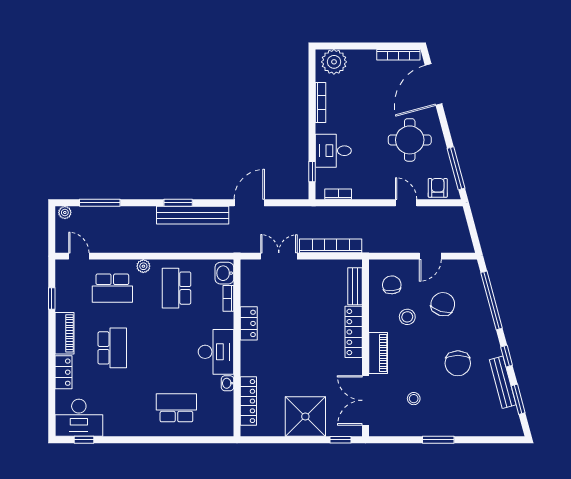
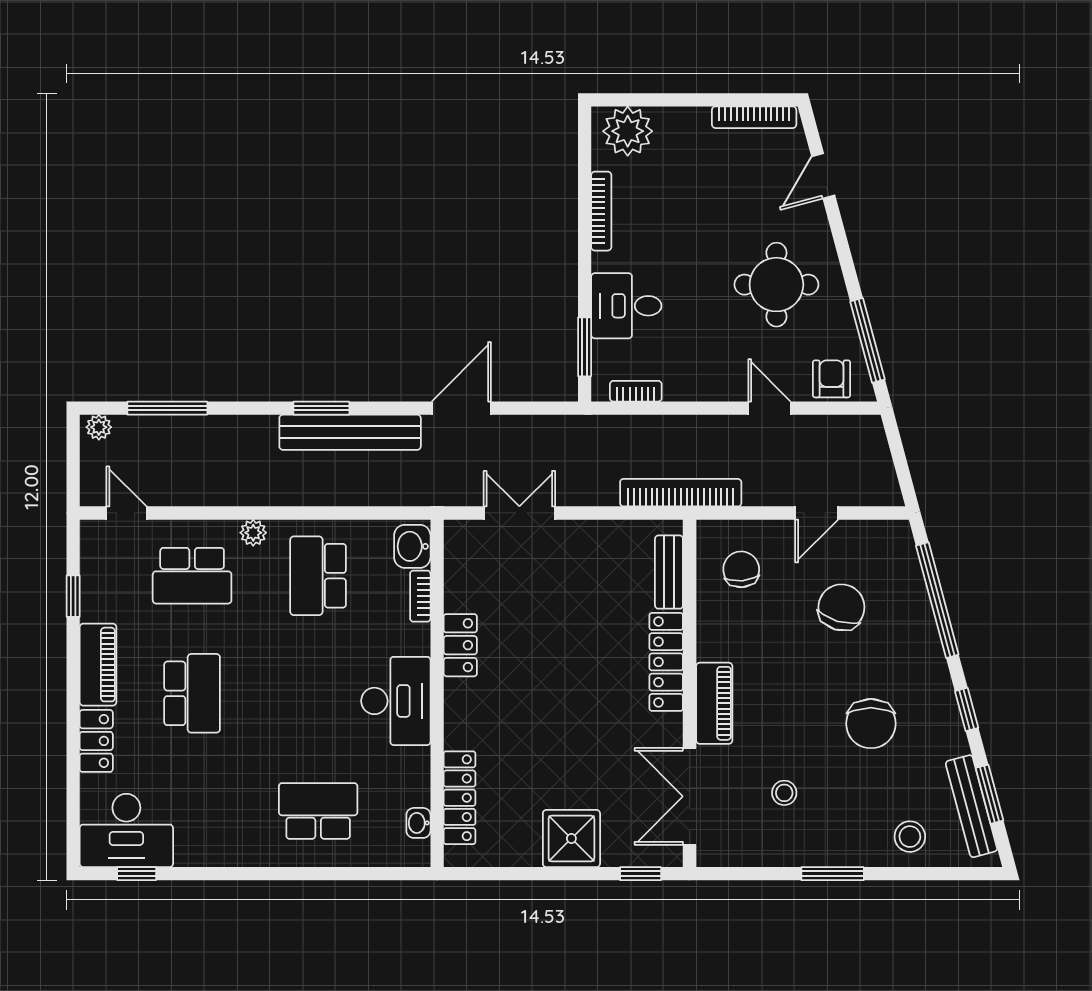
door: (434, 85) -> (823, 176), width x0.53
window: (312, 172) -> (585, 347), width x1.50
bookcase: (331, 246) -> (681, 493), moved
stool: (407, 317) -> (910, 837), moved
bench: (503, 382) -> (971, 806), moved
washbasin: (228, 383) -> (418, 823), moved
shower: (305, 416) -> (571, 838), width x0.73, depth x0.73

